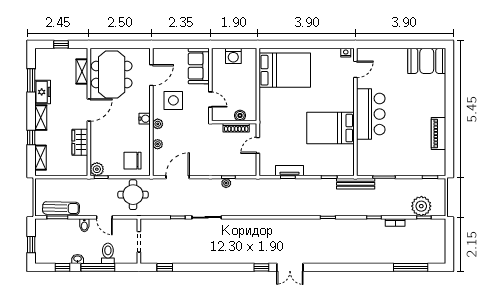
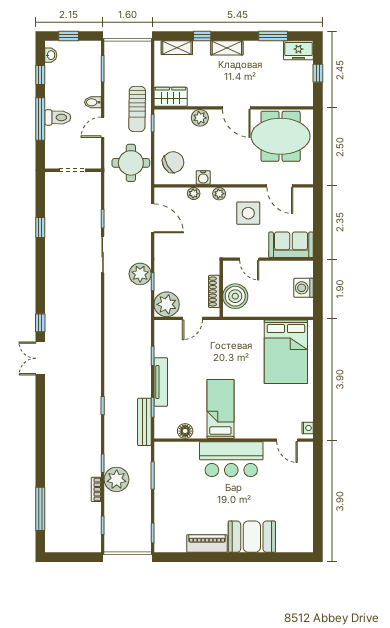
booth: (427, 61) -> (252, 537), moved, turned 90
shelving: (82, 71) -> (284, 99), removed
freezer: (43, 92) -> (298, 50), moved
door: (210, 100) -> (249, 259), hinge flipped
boiler: (240, 115) -> (235, 296), width x1.86, depth x1.86
water cooler: (145, 119) -> (203, 177), moved
bed: (331, 128) -> (220, 409), width x0.67
wardrobe: (80, 142) -> (171, 97), moved
door: (258, 145) -> (192, 318), swing flipped
floor lamp: (348, 151) -> (185, 431), added
chair: (132, 161) -> (173, 162), turned 60
plant: (247, 166) -> (167, 304), added
plant: (97, 169) -> (200, 118), moved
tv unit: (289, 171) -> (161, 382), moved, width x1.41
plant: (226, 183) -> (140, 274), width x1.87, depth x1.87
bench: (356, 184) -> (144, 422), moved
plant: (421, 206) -> (117, 479), moved
sun lounger: (61, 208) -> (137, 109), moved
toilet: (108, 253) -> (58, 117), moved
washbasin: (78, 259) -> (51, 55), moved
window: (165, 267) -> (40, 228), moved

